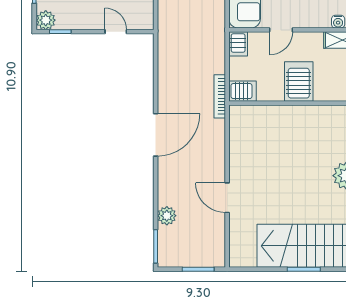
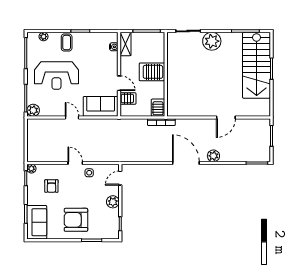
plant: (46, 20) -> (113, 202), moved
door: (116, 32) -> (120, 178), moved
server rack: (238, 44) -> (128, 98), moved
plant: (167, 216) -> (213, 156), moved

